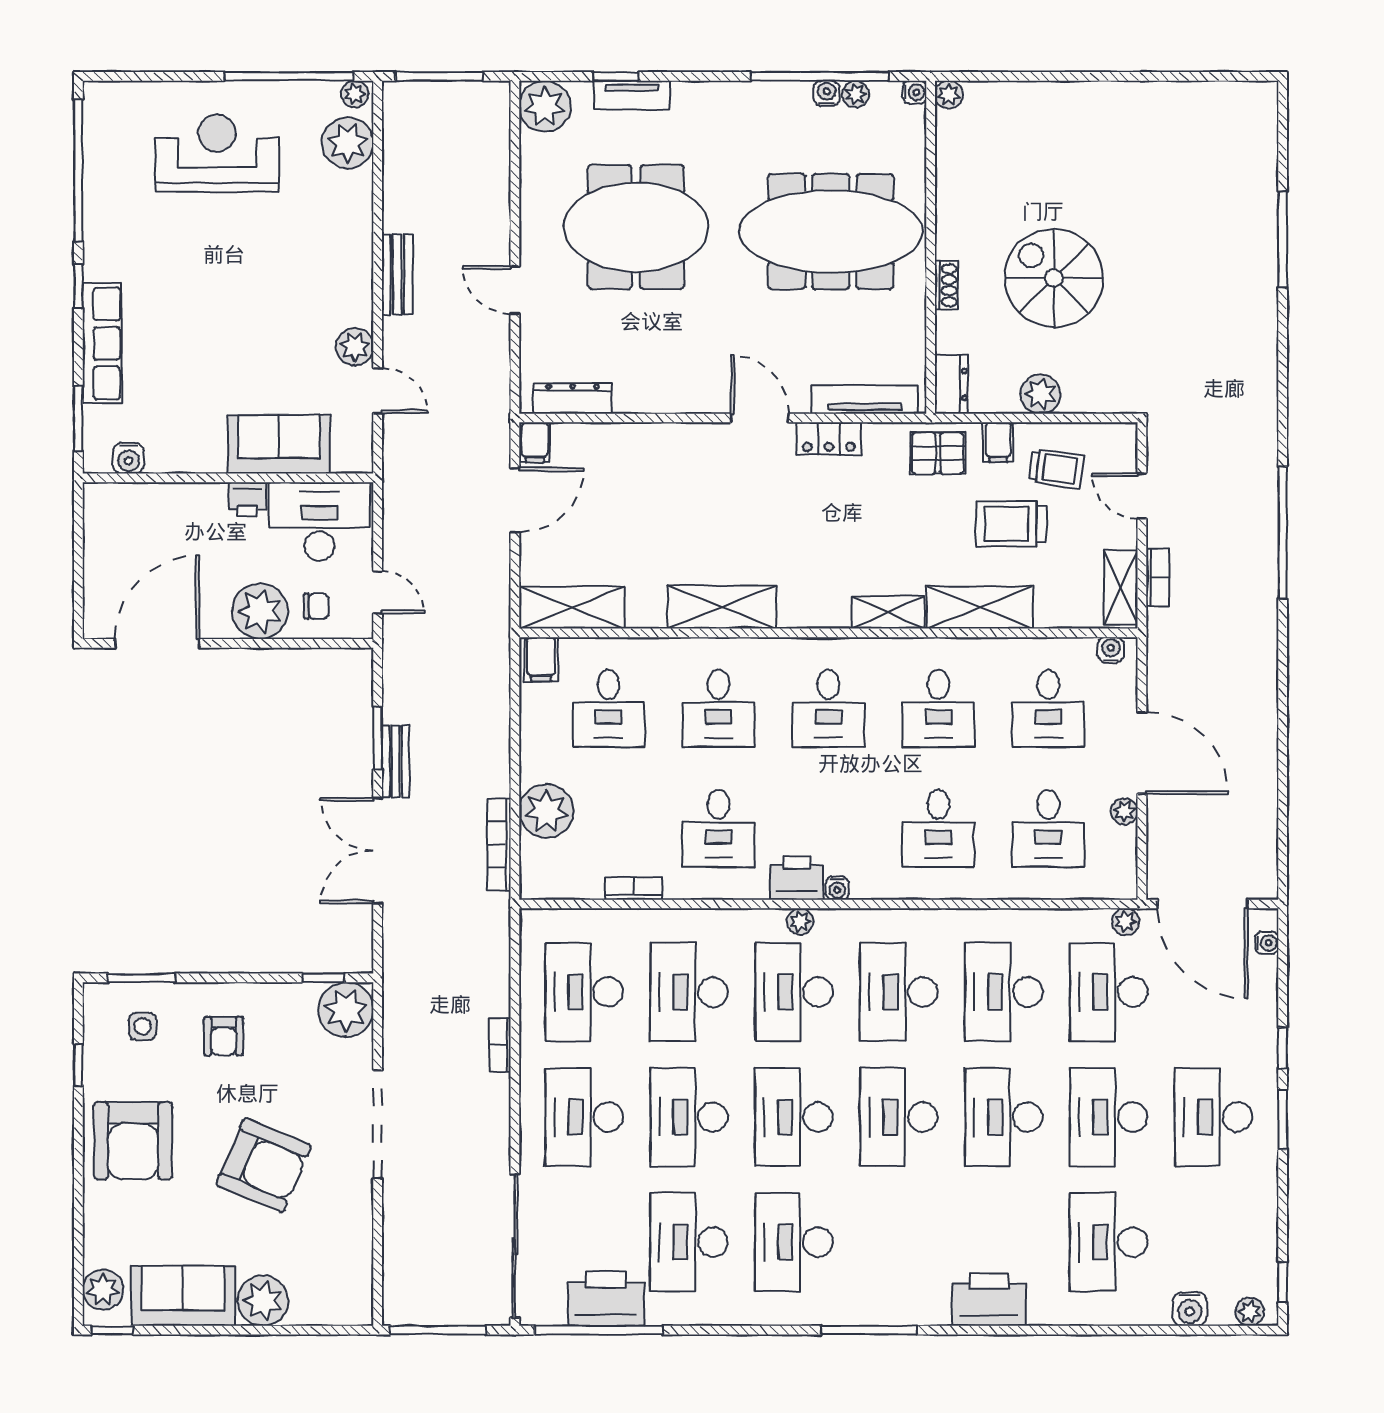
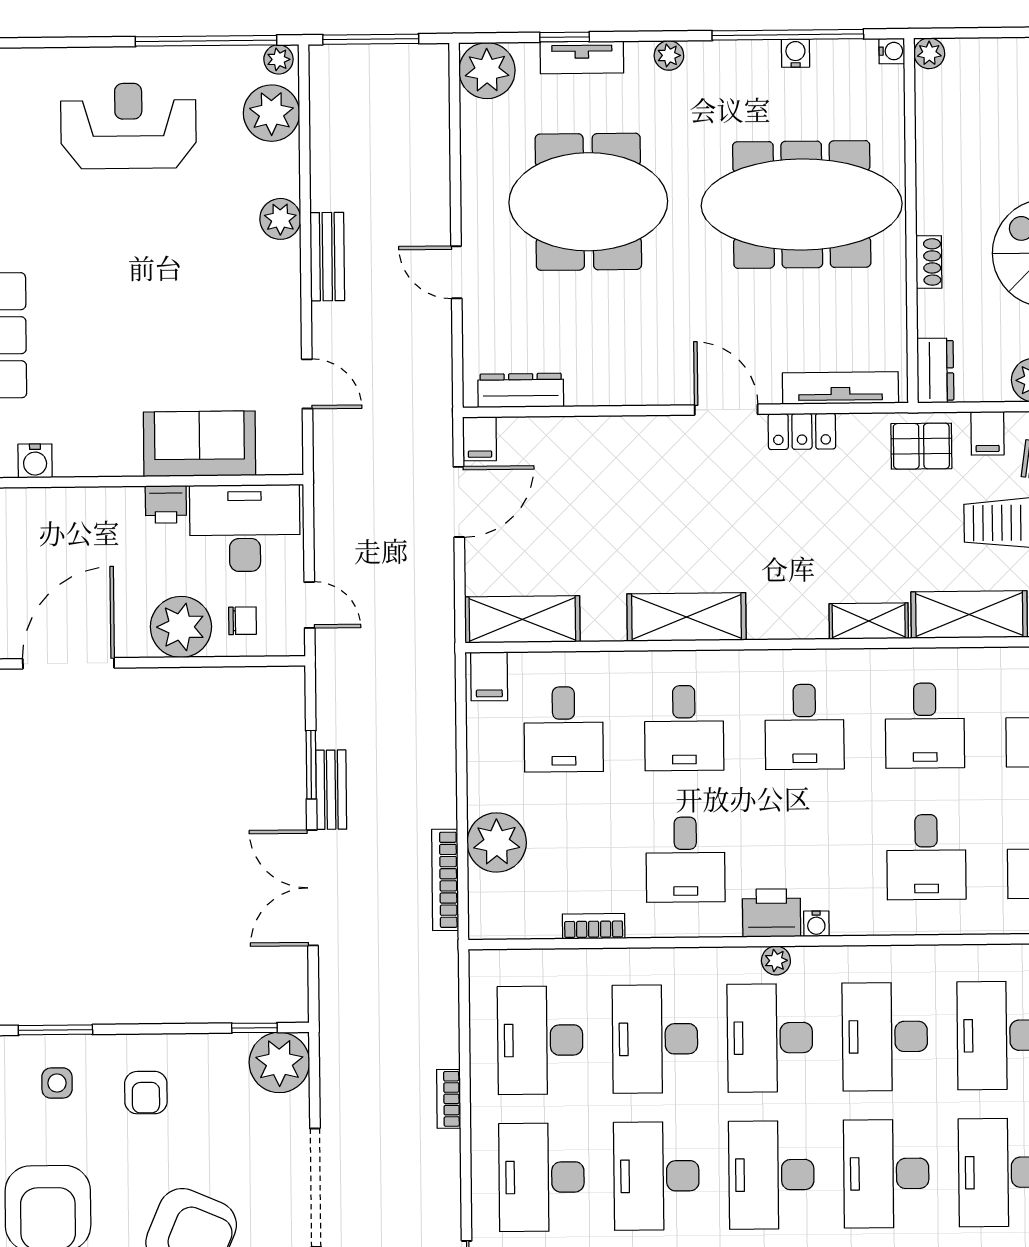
plant: (856, 94) -> (669, 55), moved
plant: (355, 347) -> (280, 219), moved

